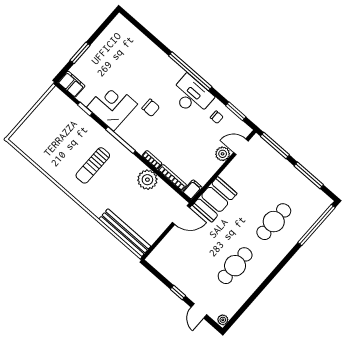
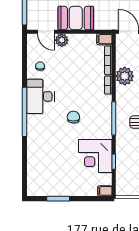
window: (80, 53) -> (58, 199), moved
filing cabinet: (72, 84) -> (105, 191), width x0.50
corner desk: (112, 106) -> (95, 156), moved
window: (236, 111) -> (25, 57), removed
booth: (215, 199) -> (76, 18), moved

